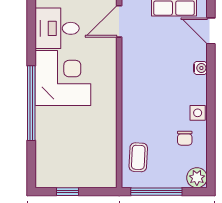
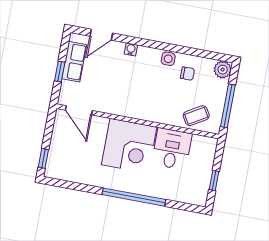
desk: (57, 28) -> (172, 149), moved, turned 180
corner desk: (63, 78) -> (129, 146), moved, turned 180
coffee table: (138, 157) -> (196, 116), turned -34

